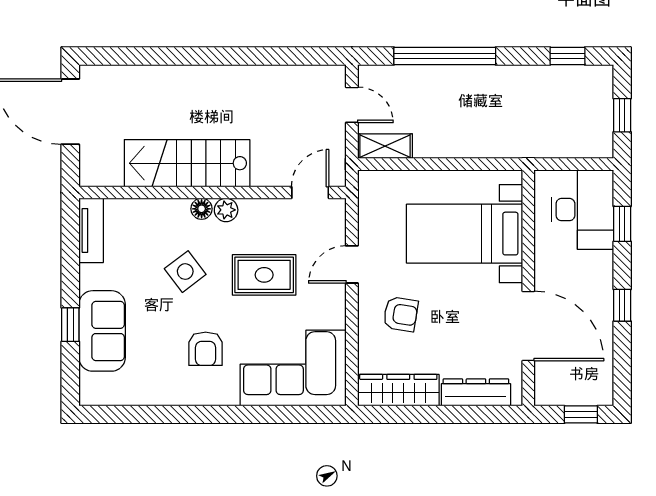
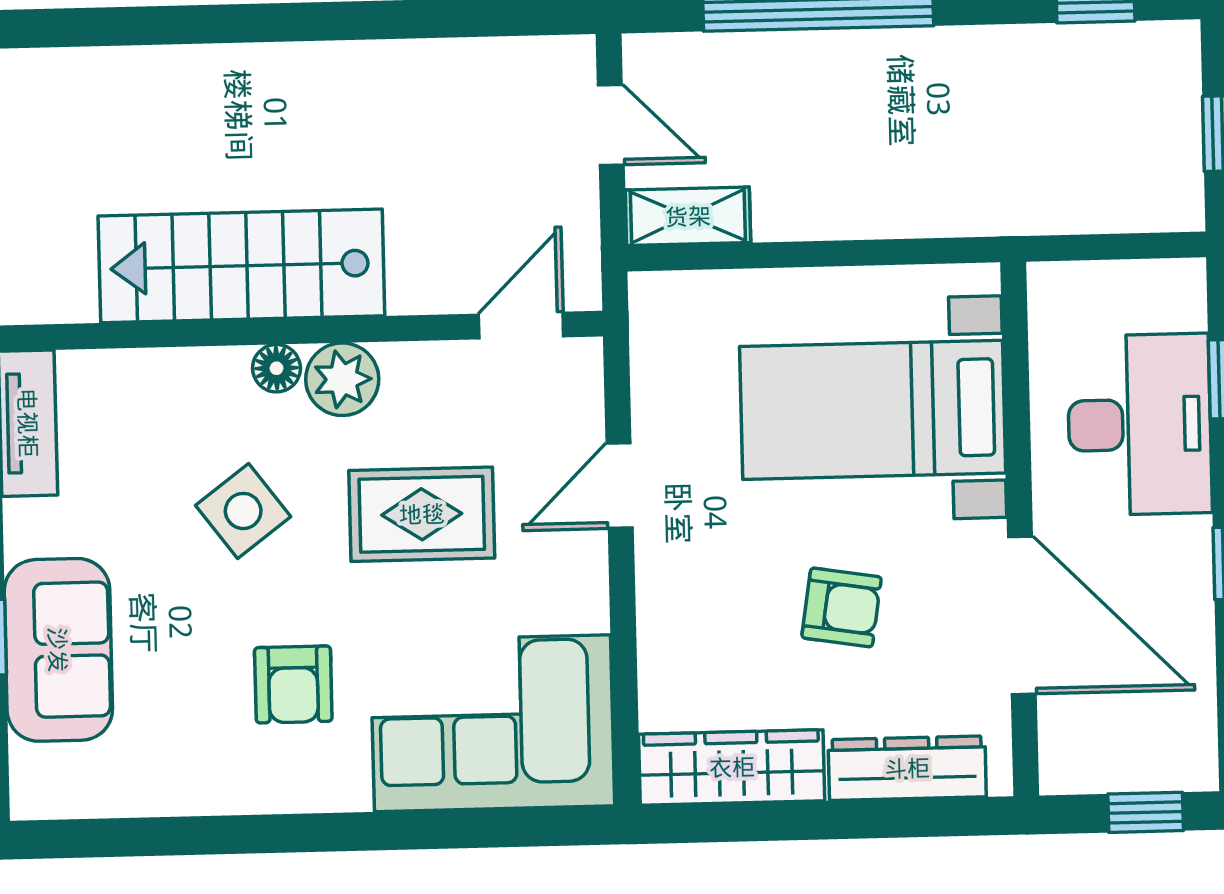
plant: (226, 210) -> (342, 379), width x1.38, depth x1.38
desk: (582, 210) -> (1140, 425), moved
armchair: (401, 314) -> (842, 607), moved

